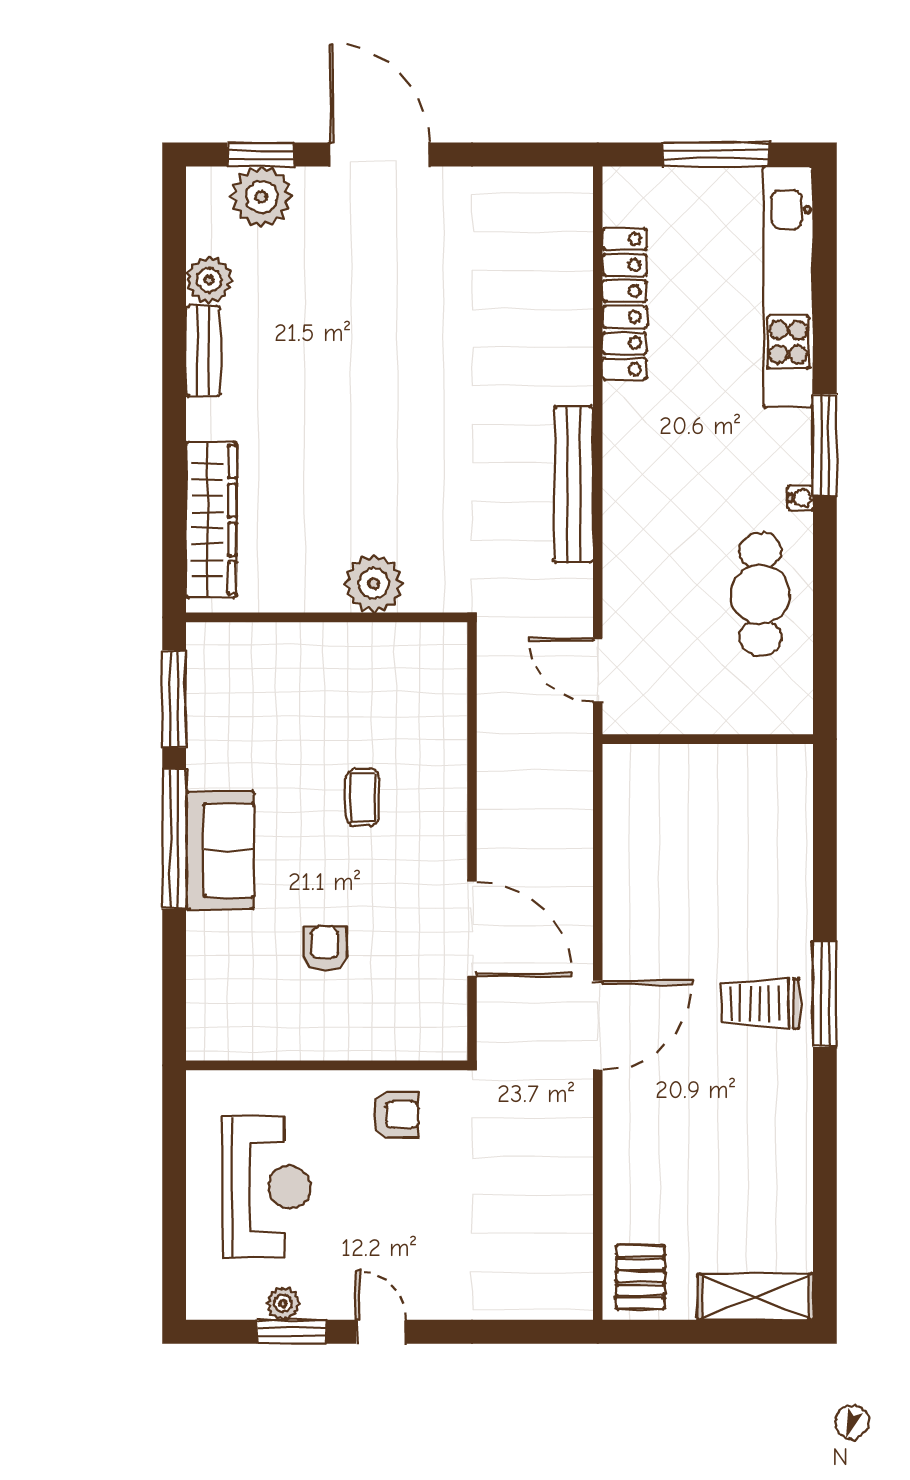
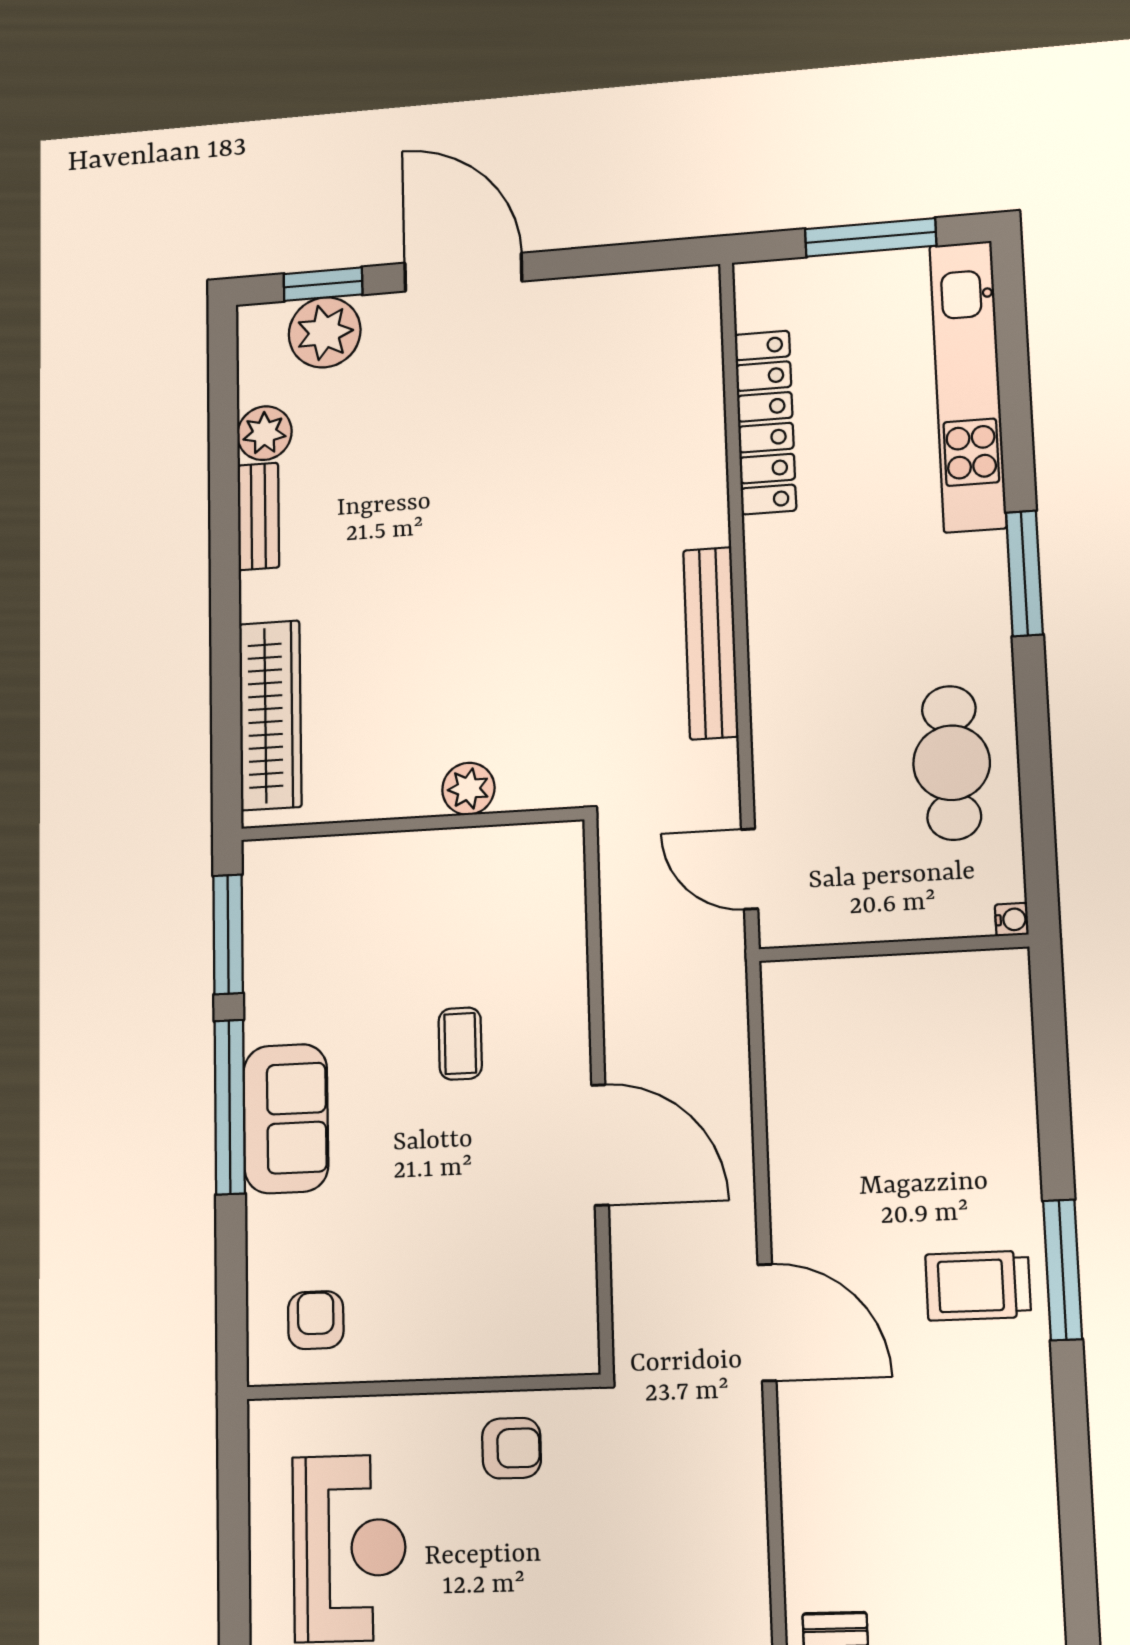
water cooler: (801, 498) -> (1012, 920), moved
plant: (374, 584) -> (468, 789), width x0.73, depth x0.73
door: (472, 929) -> (600, 1145), moved
armchair: (324, 949) -> (316, 1320), moved
door: (598, 1025) -> (767, 1322), hinge flipped

